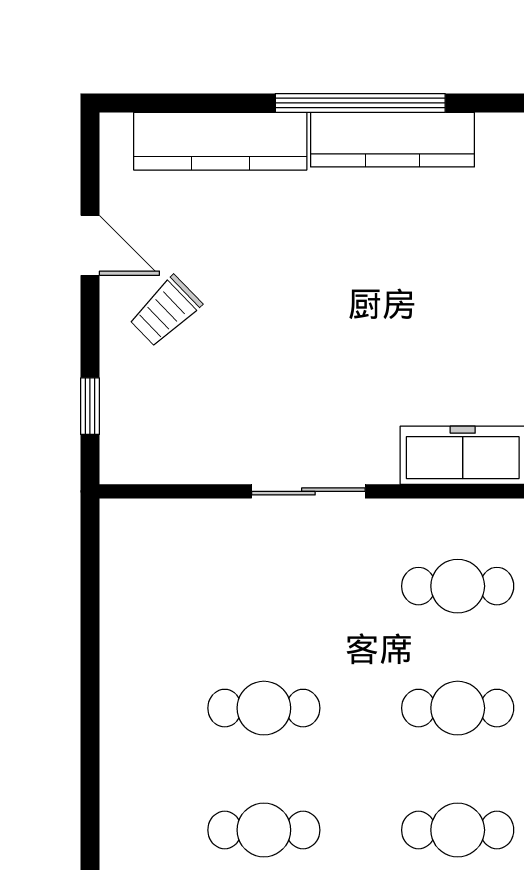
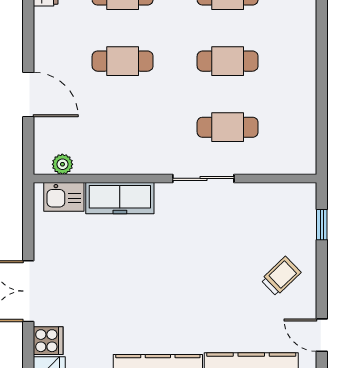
door: (90, 245) -> (322, 335), moved
cafe table: (458, 586) -> (228, 127), moved

